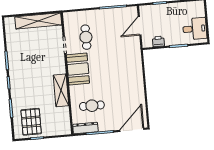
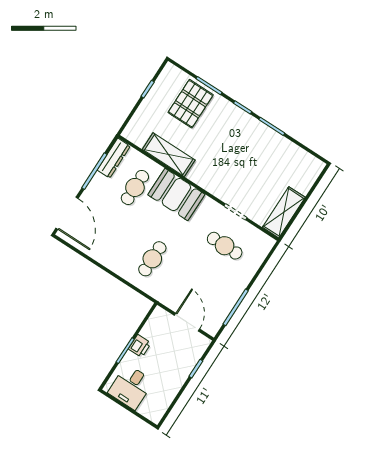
shelving: (38, 21) -> (284, 212), width x0.68
printer: (158, 41) -> (140, 346), moved
booth: (78, 69) -> (176, 195), moved
cafe table: (121, 69) -> (152, 259), added
shelving: (61, 90) -> (169, 155), moved
pallet: (31, 122) -> (191, 104), moved, turned 90

